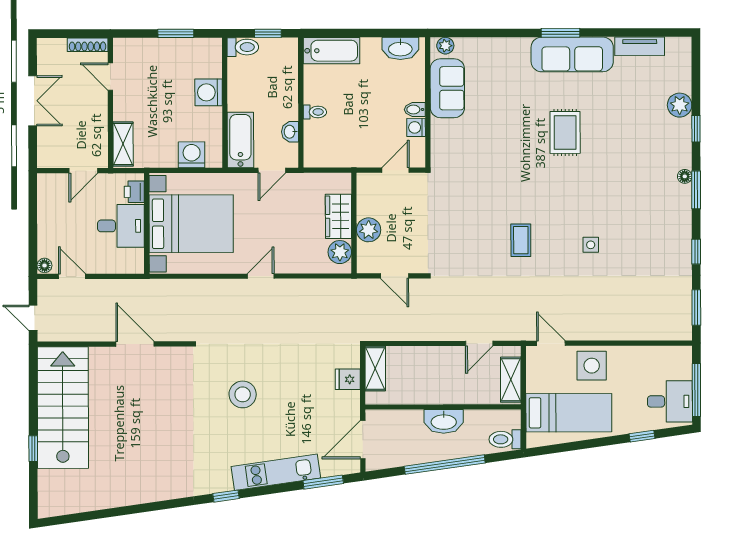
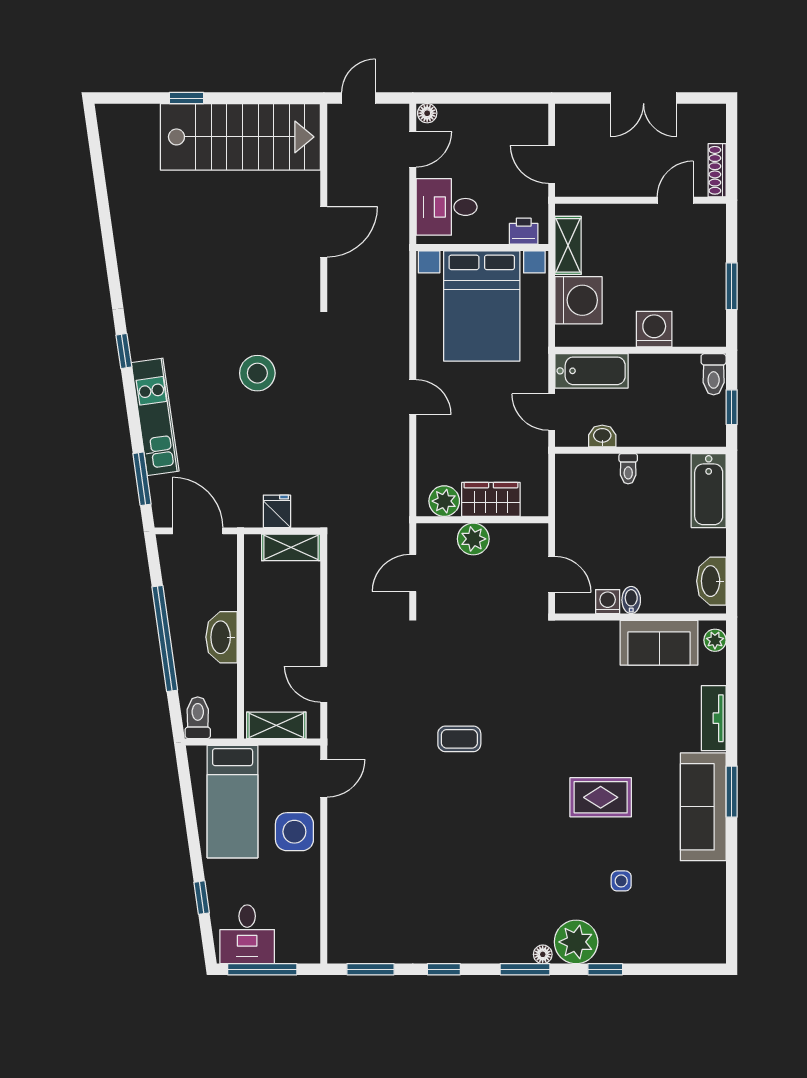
tv unit: (640, 46) -> (714, 718), moved
plant: (680, 105) -> (576, 942), moved, width x1.36, depth x1.36
shelving: (123, 144) -> (568, 245), moved, turned 90
washing machine: (192, 155) -> (579, 300), width x1.37, depth x1.37
desk: (121, 226) -> (447, 207), moved, turned 90
side table: (591, 245) -> (621, 881), moved

